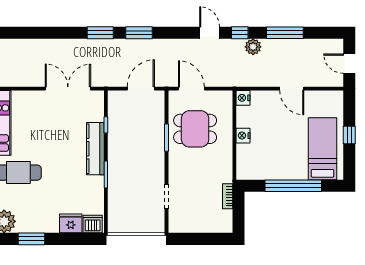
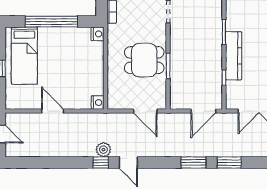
window: (285, 33) -> (59, 162), removed
plant: (253, 47) -> (103, 150), moved
door: (141, 89) -> (203, 111), moved
dining table: (195, 129) -> (144, 60), moved
nightstand: (243, 136) -> (98, 34), moved

